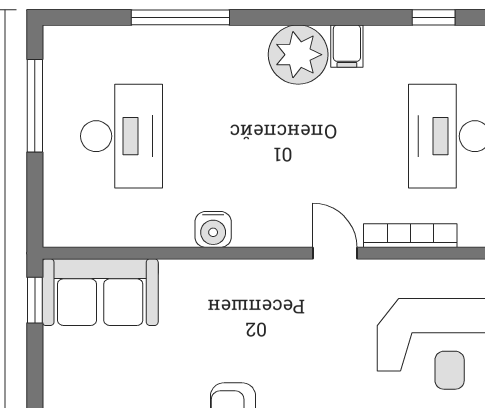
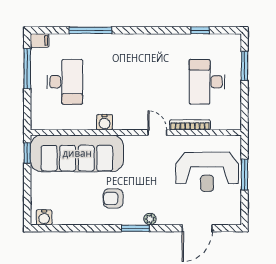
filing cabinet: (347, 46) -> (40, 40), moved, turned -90
plant: (298, 55) -> (141, 46), removed
sofa: (100, 292) -> (77, 153), width x1.85, depth x1.27

